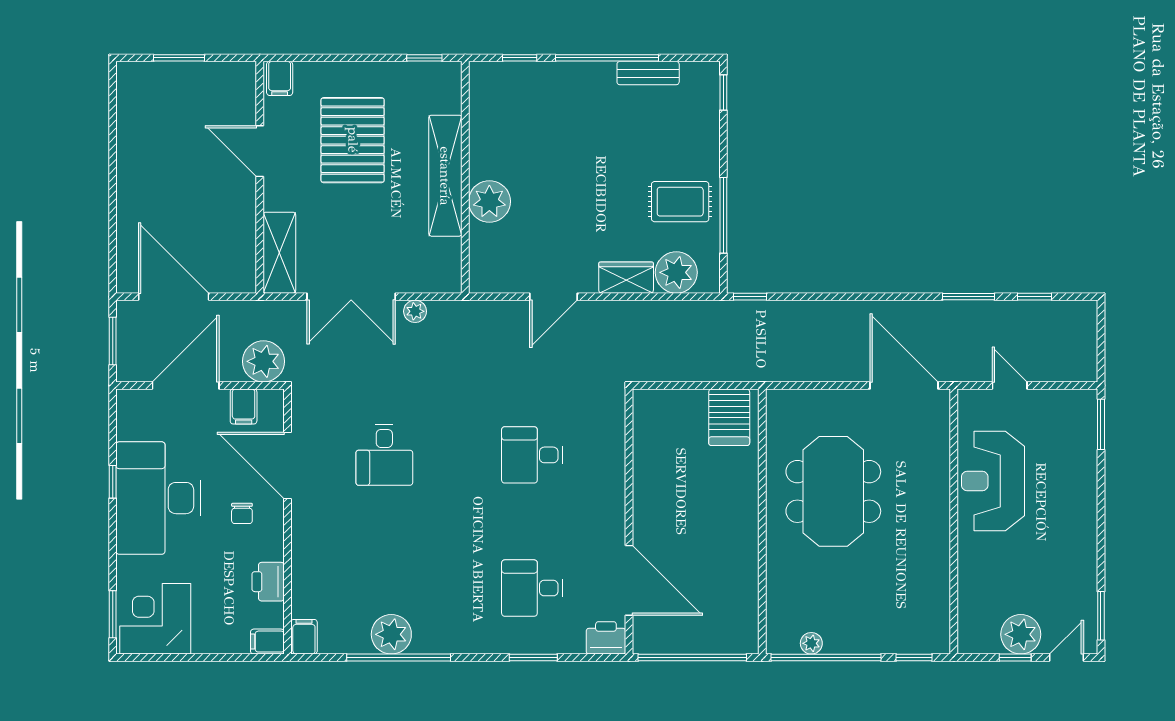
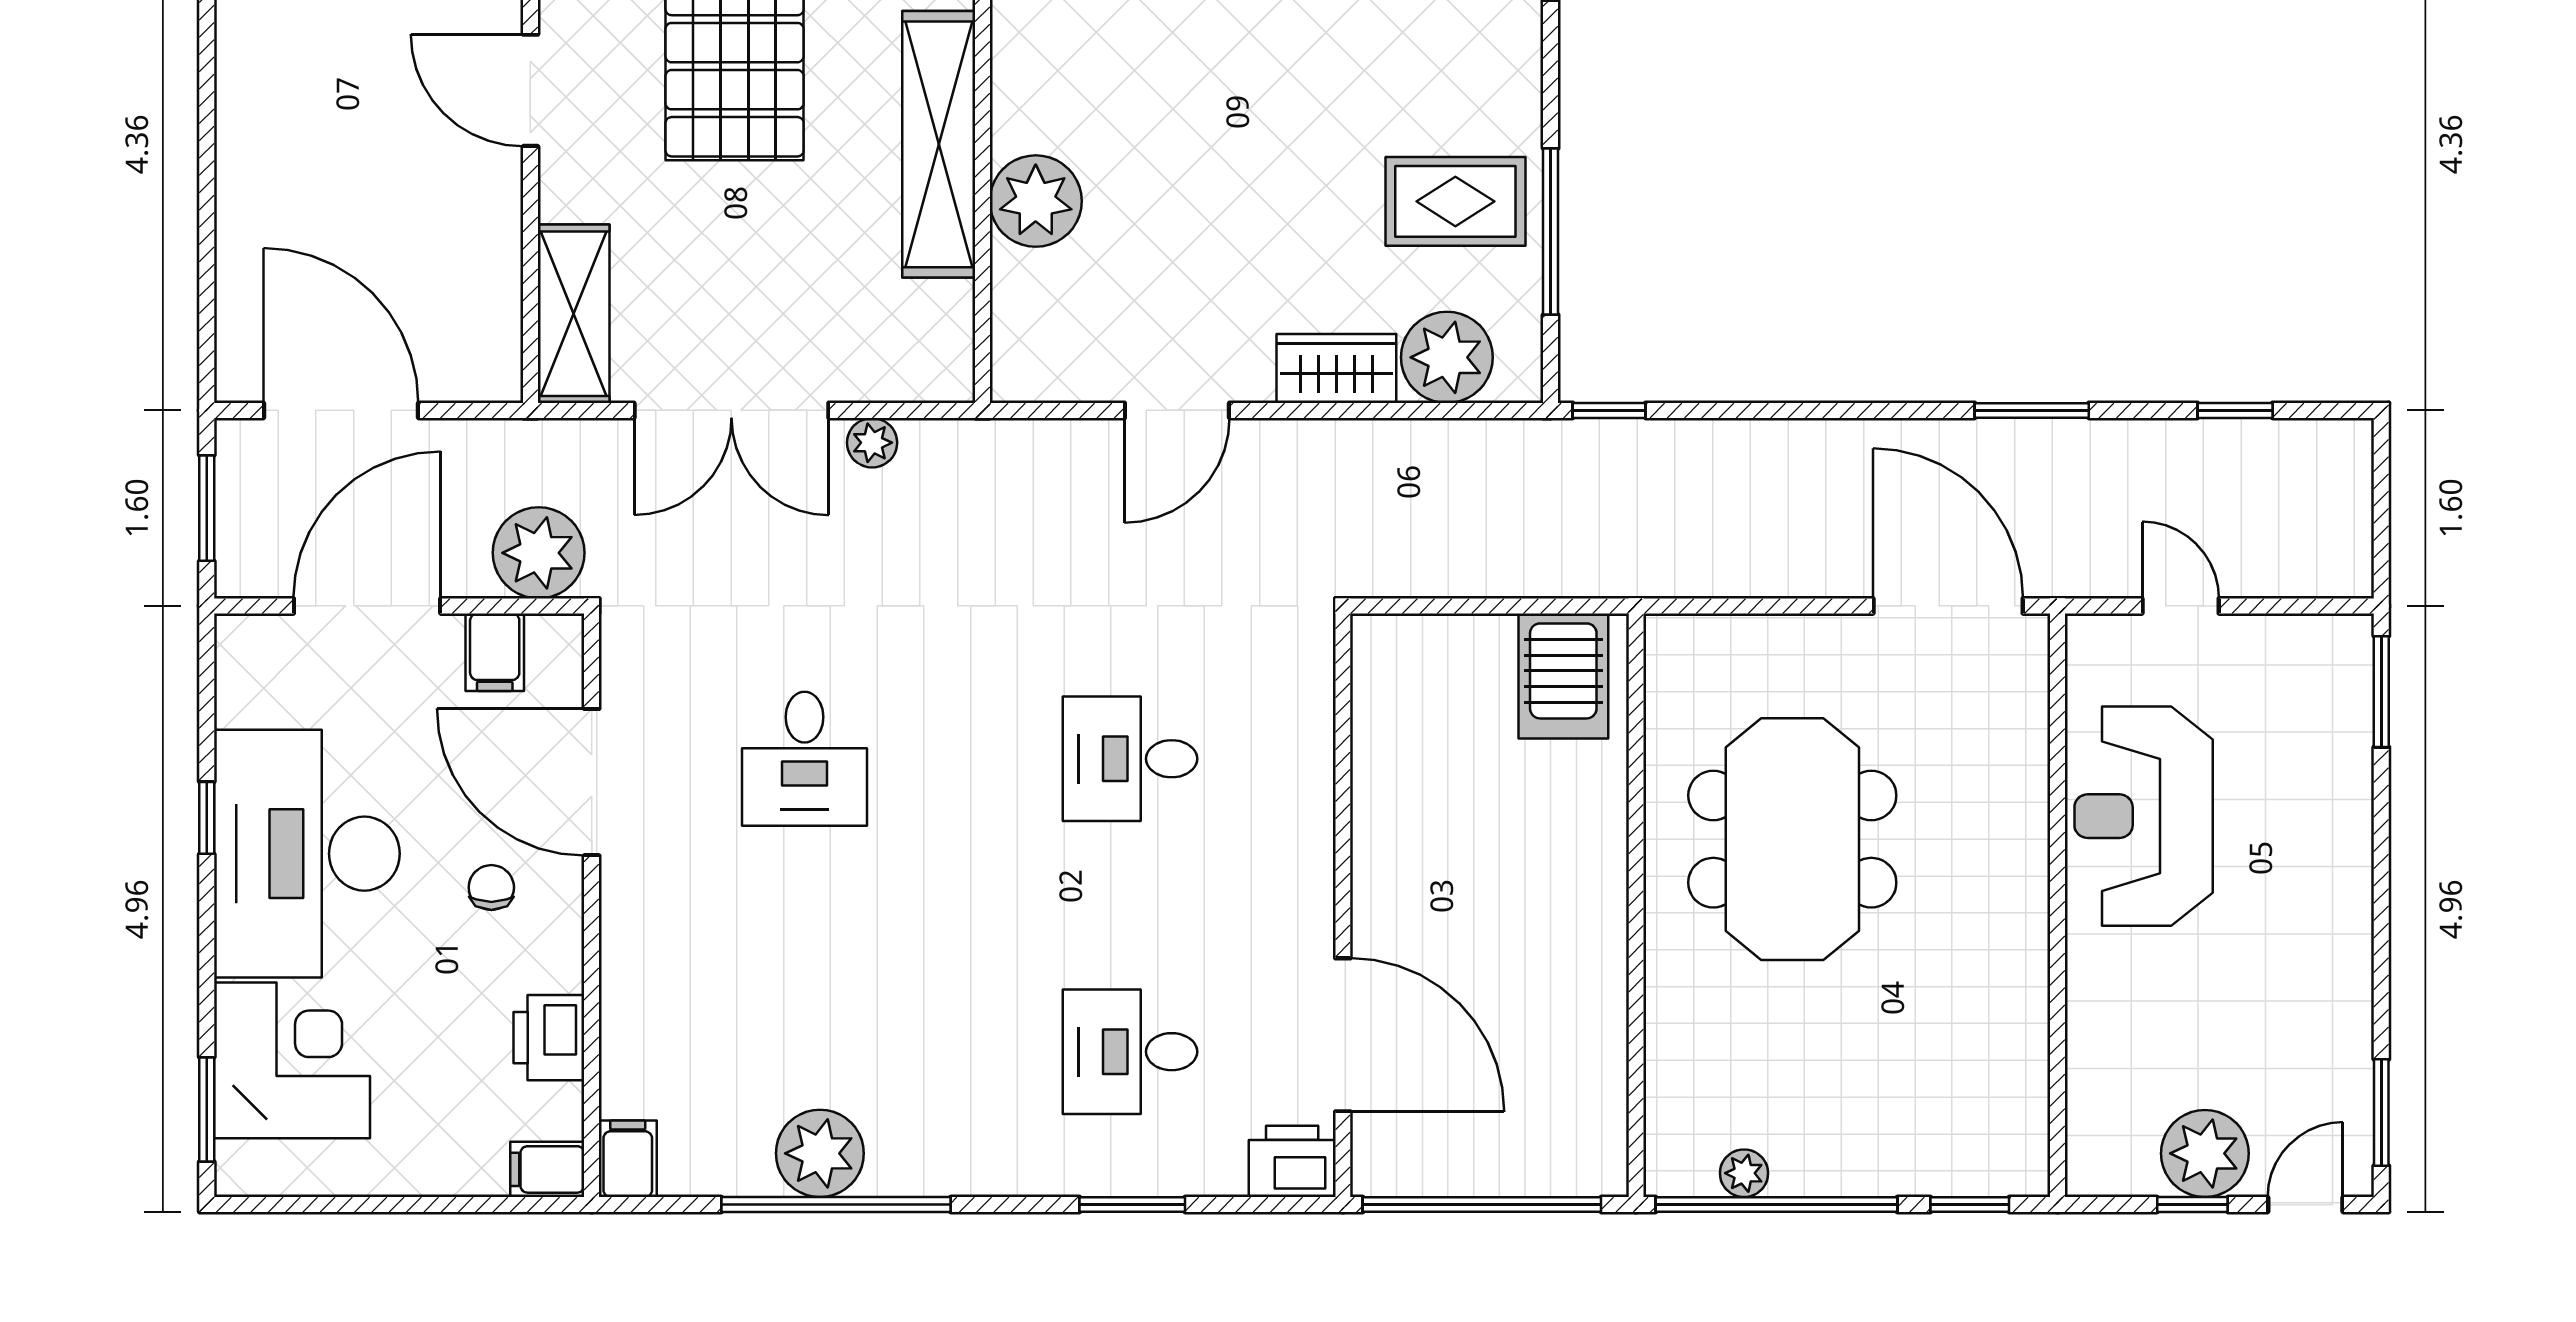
window: (969, 297) -> (2032, 410), moved
chair: (242, 513) -> (491, 887), turned 180
corner desk: (155, 619) -> (292, 1060), moved, turned 90

